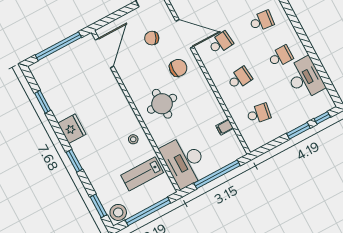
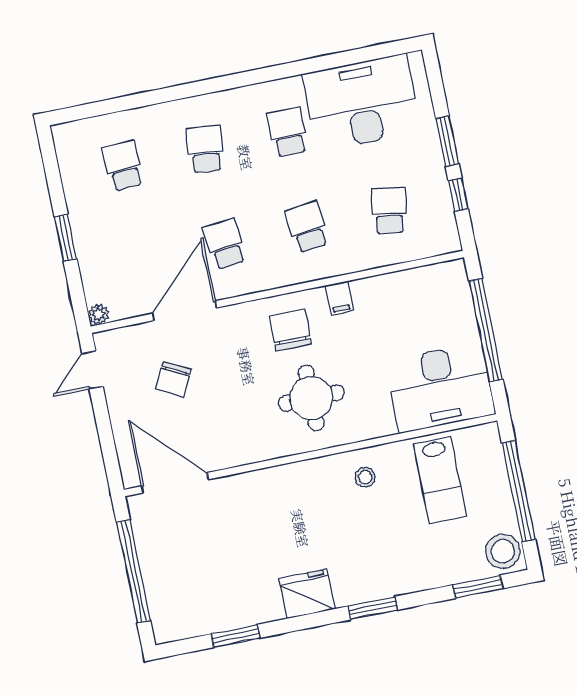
chair: (178, 68) -> (290, 330), moved
desk: (305, 78) -> (362, 103), width x1.36, depth x1.30
window: (322, 118) -> (458, 195), moved
filing cabinet: (225, 127) -> (339, 298), moved

